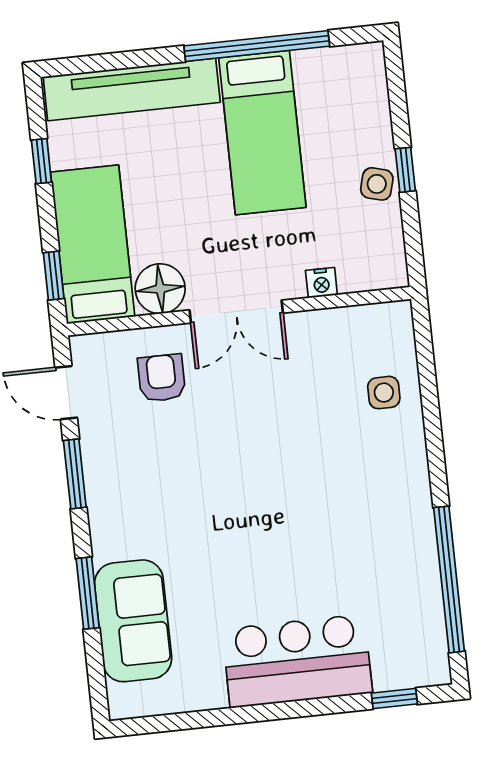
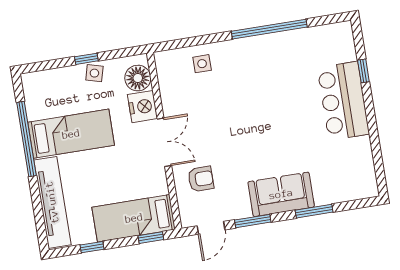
nightstand: (321, 283) -> (142, 107), width x1.89, depth x1.79
floor lamp: (160, 289) -> (138, 78), moved
armchair: (162, 378) -> (201, 179), turned 180
window: (449, 579) -> (269, 29), moved
sofa: (133, 621) -> (281, 194), moved
window: (394, 699) -> (363, 71), moved

